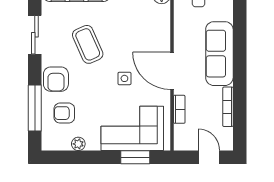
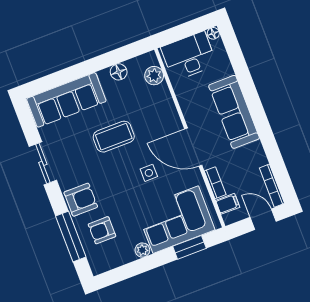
coffee table: (88, 44) -> (114, 137), moved, turned -66
armchair: (56, 79) -> (81, 200), turned -90
bookcase: (228, 107) -> (272, 186), moved
filing cabinet: (183, 132) -> (228, 204), added
plant: (78, 144) -> (142, 250), moved

